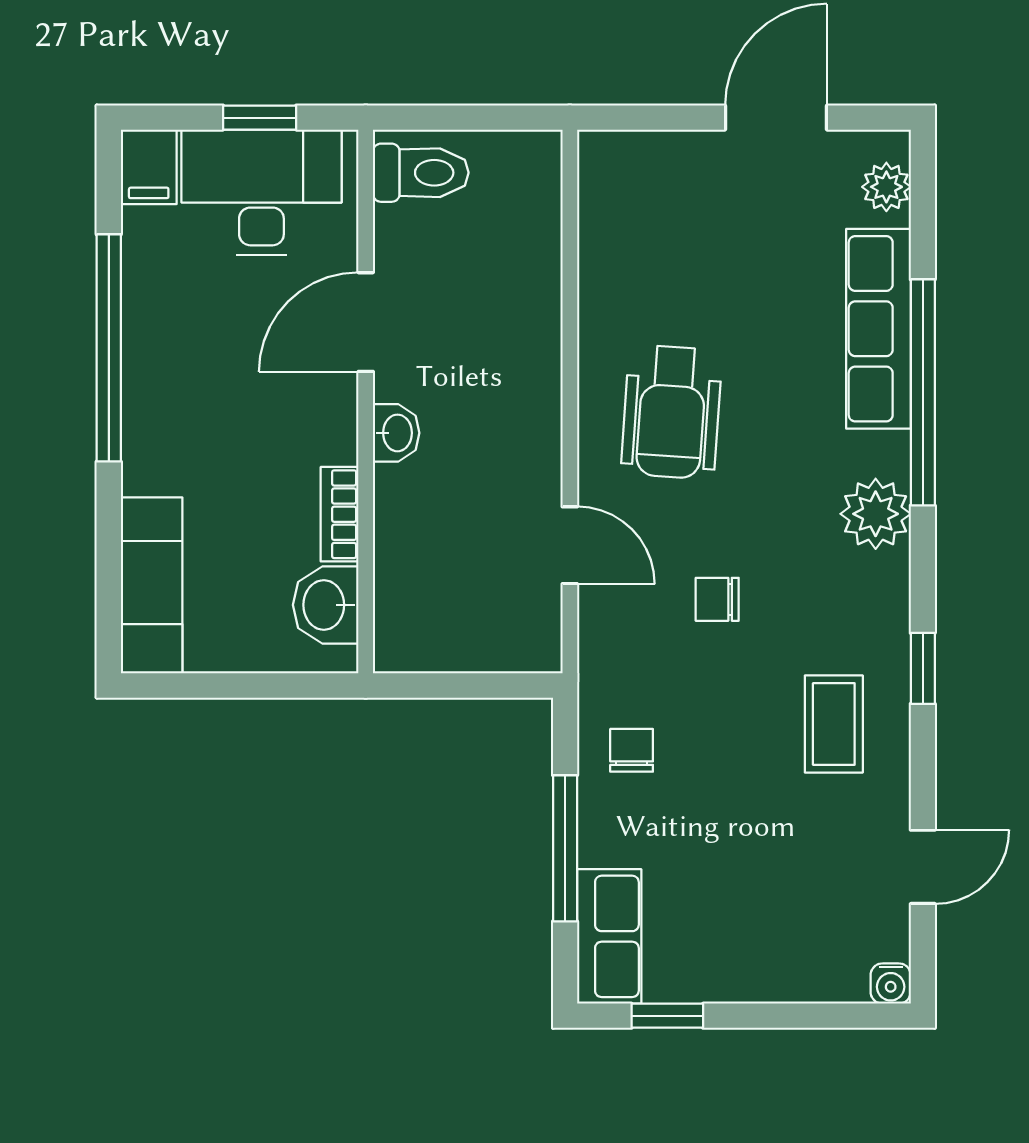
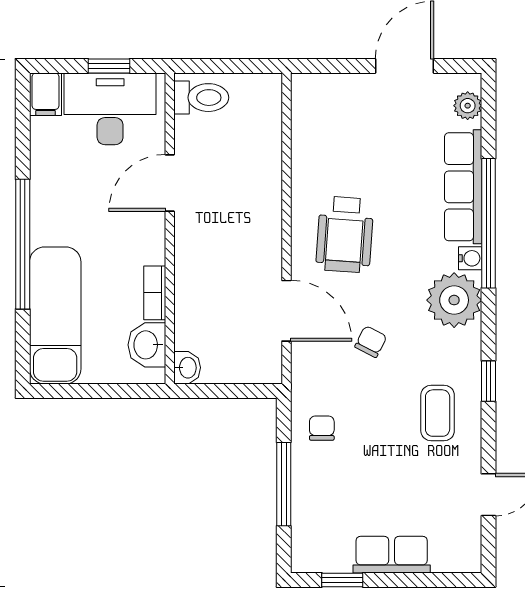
window: (109, 348) -> (23, 244), moved
washbasin: (396, 433) -> (187, 368), moved
plant: (876, 514) -> (454, 300), width x1.36, depth x1.36
door: (570, 545) -> (286, 311), width x1.38
exam couch: (152, 585) -> (55, 315), width x1.36, depth x1.45
chair: (717, 599) -> (371, 342), turned 117
row of seats: (609, 936) -> (392, 555), moved, turned -90
water cooler: (891, 984) -> (470, 258), moved, turned -90

